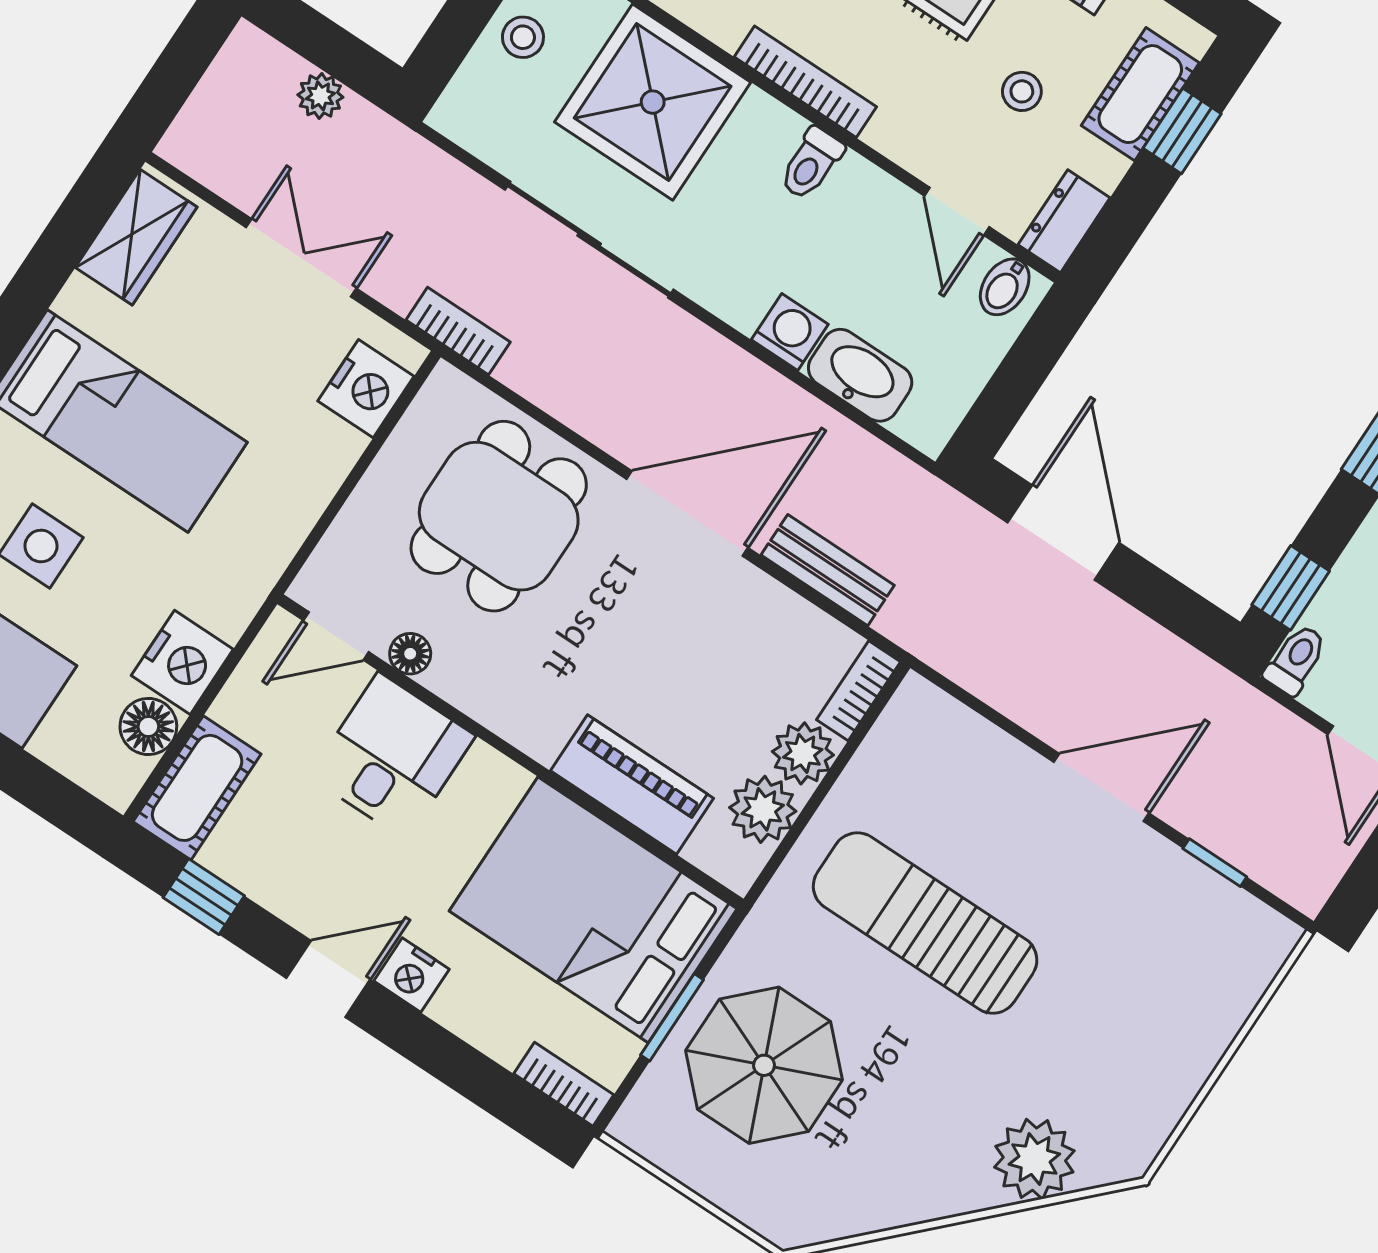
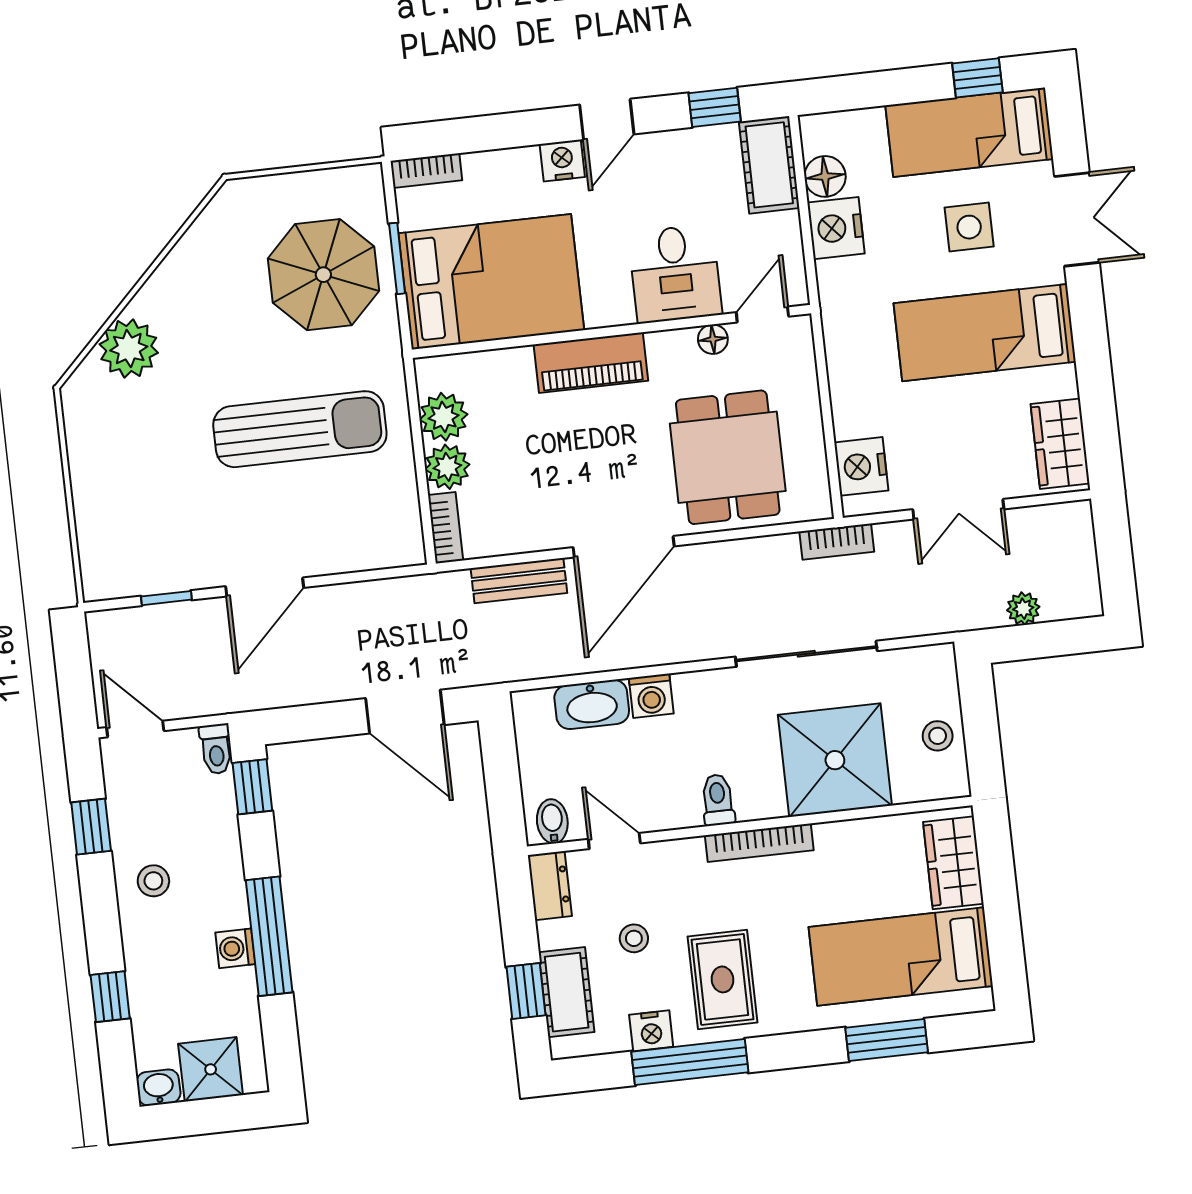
piano: (632, 784) -> (591, 363), moved

